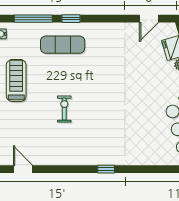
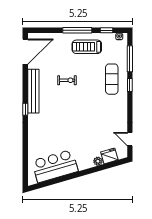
treadmill: (16, 80) -> (87, 47), turned 180
bench: (80, 157) -> (33, 91), added
door: (23, 169) -> (25, 52), width x1.88

